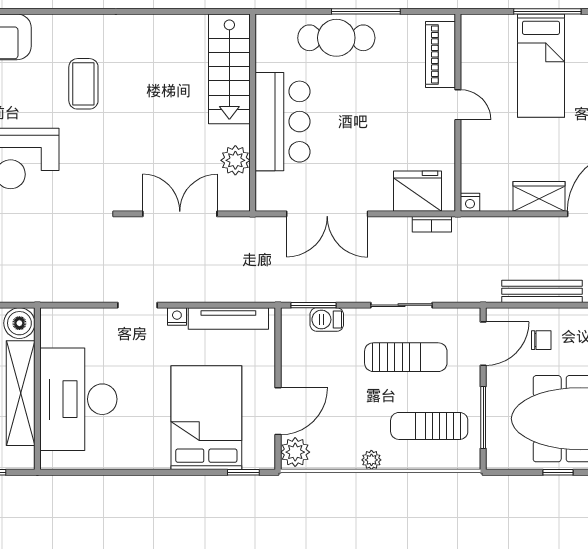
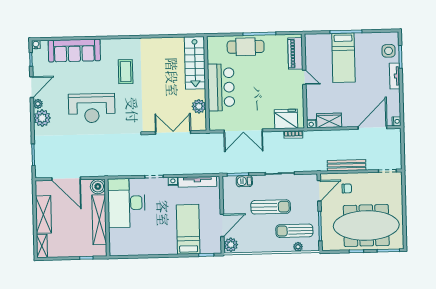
wardrobe: (539, 196) -> (329, 120), moved
sun lounger: (406, 357) -> (271, 207), moved
desk: (78, 399) -> (126, 203), moved
bed: (206, 418) -> (188, 229), width x0.67
plant: (371, 460) -> (298, 247), moved

